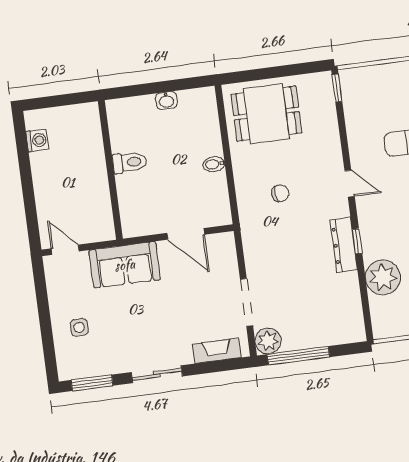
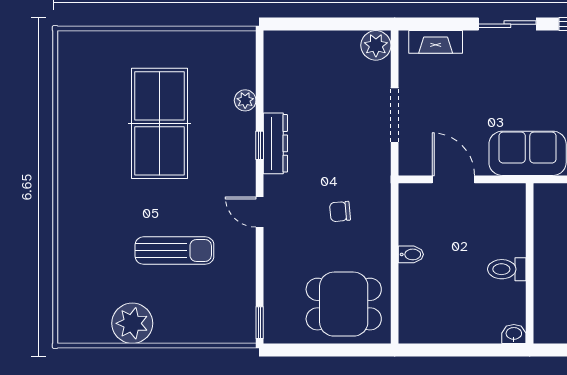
washbasin: (166, 100) -> (514, 334), moved
plant: (383, 277) -> (245, 100), width x0.53, depth x0.53
doorway: (247, 302) -> (395, 115), moved
window: (298, 356) -> (344, 24), removed

